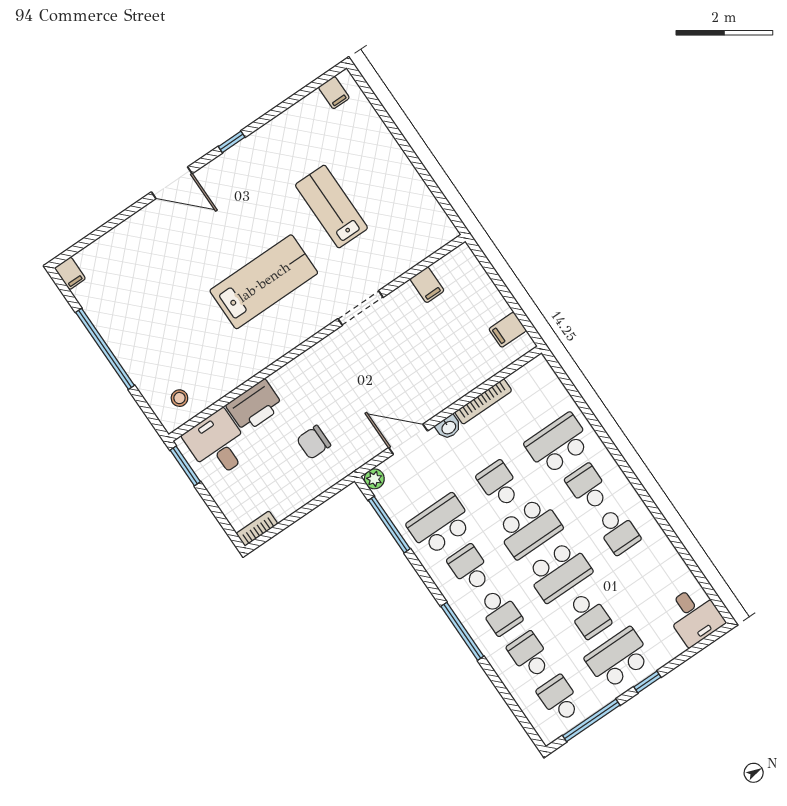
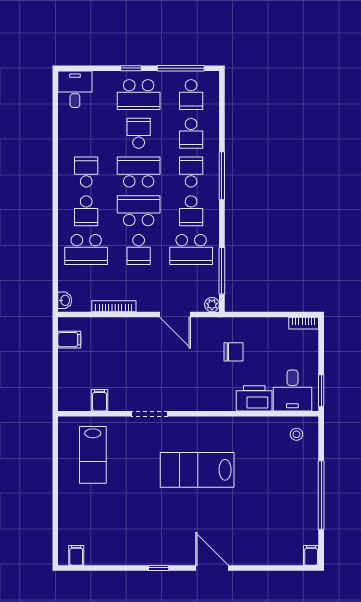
lab bench: (331, 206) -> (93, 455), moved
washbasin: (448, 427) -> (65, 300), moved, turned 90

